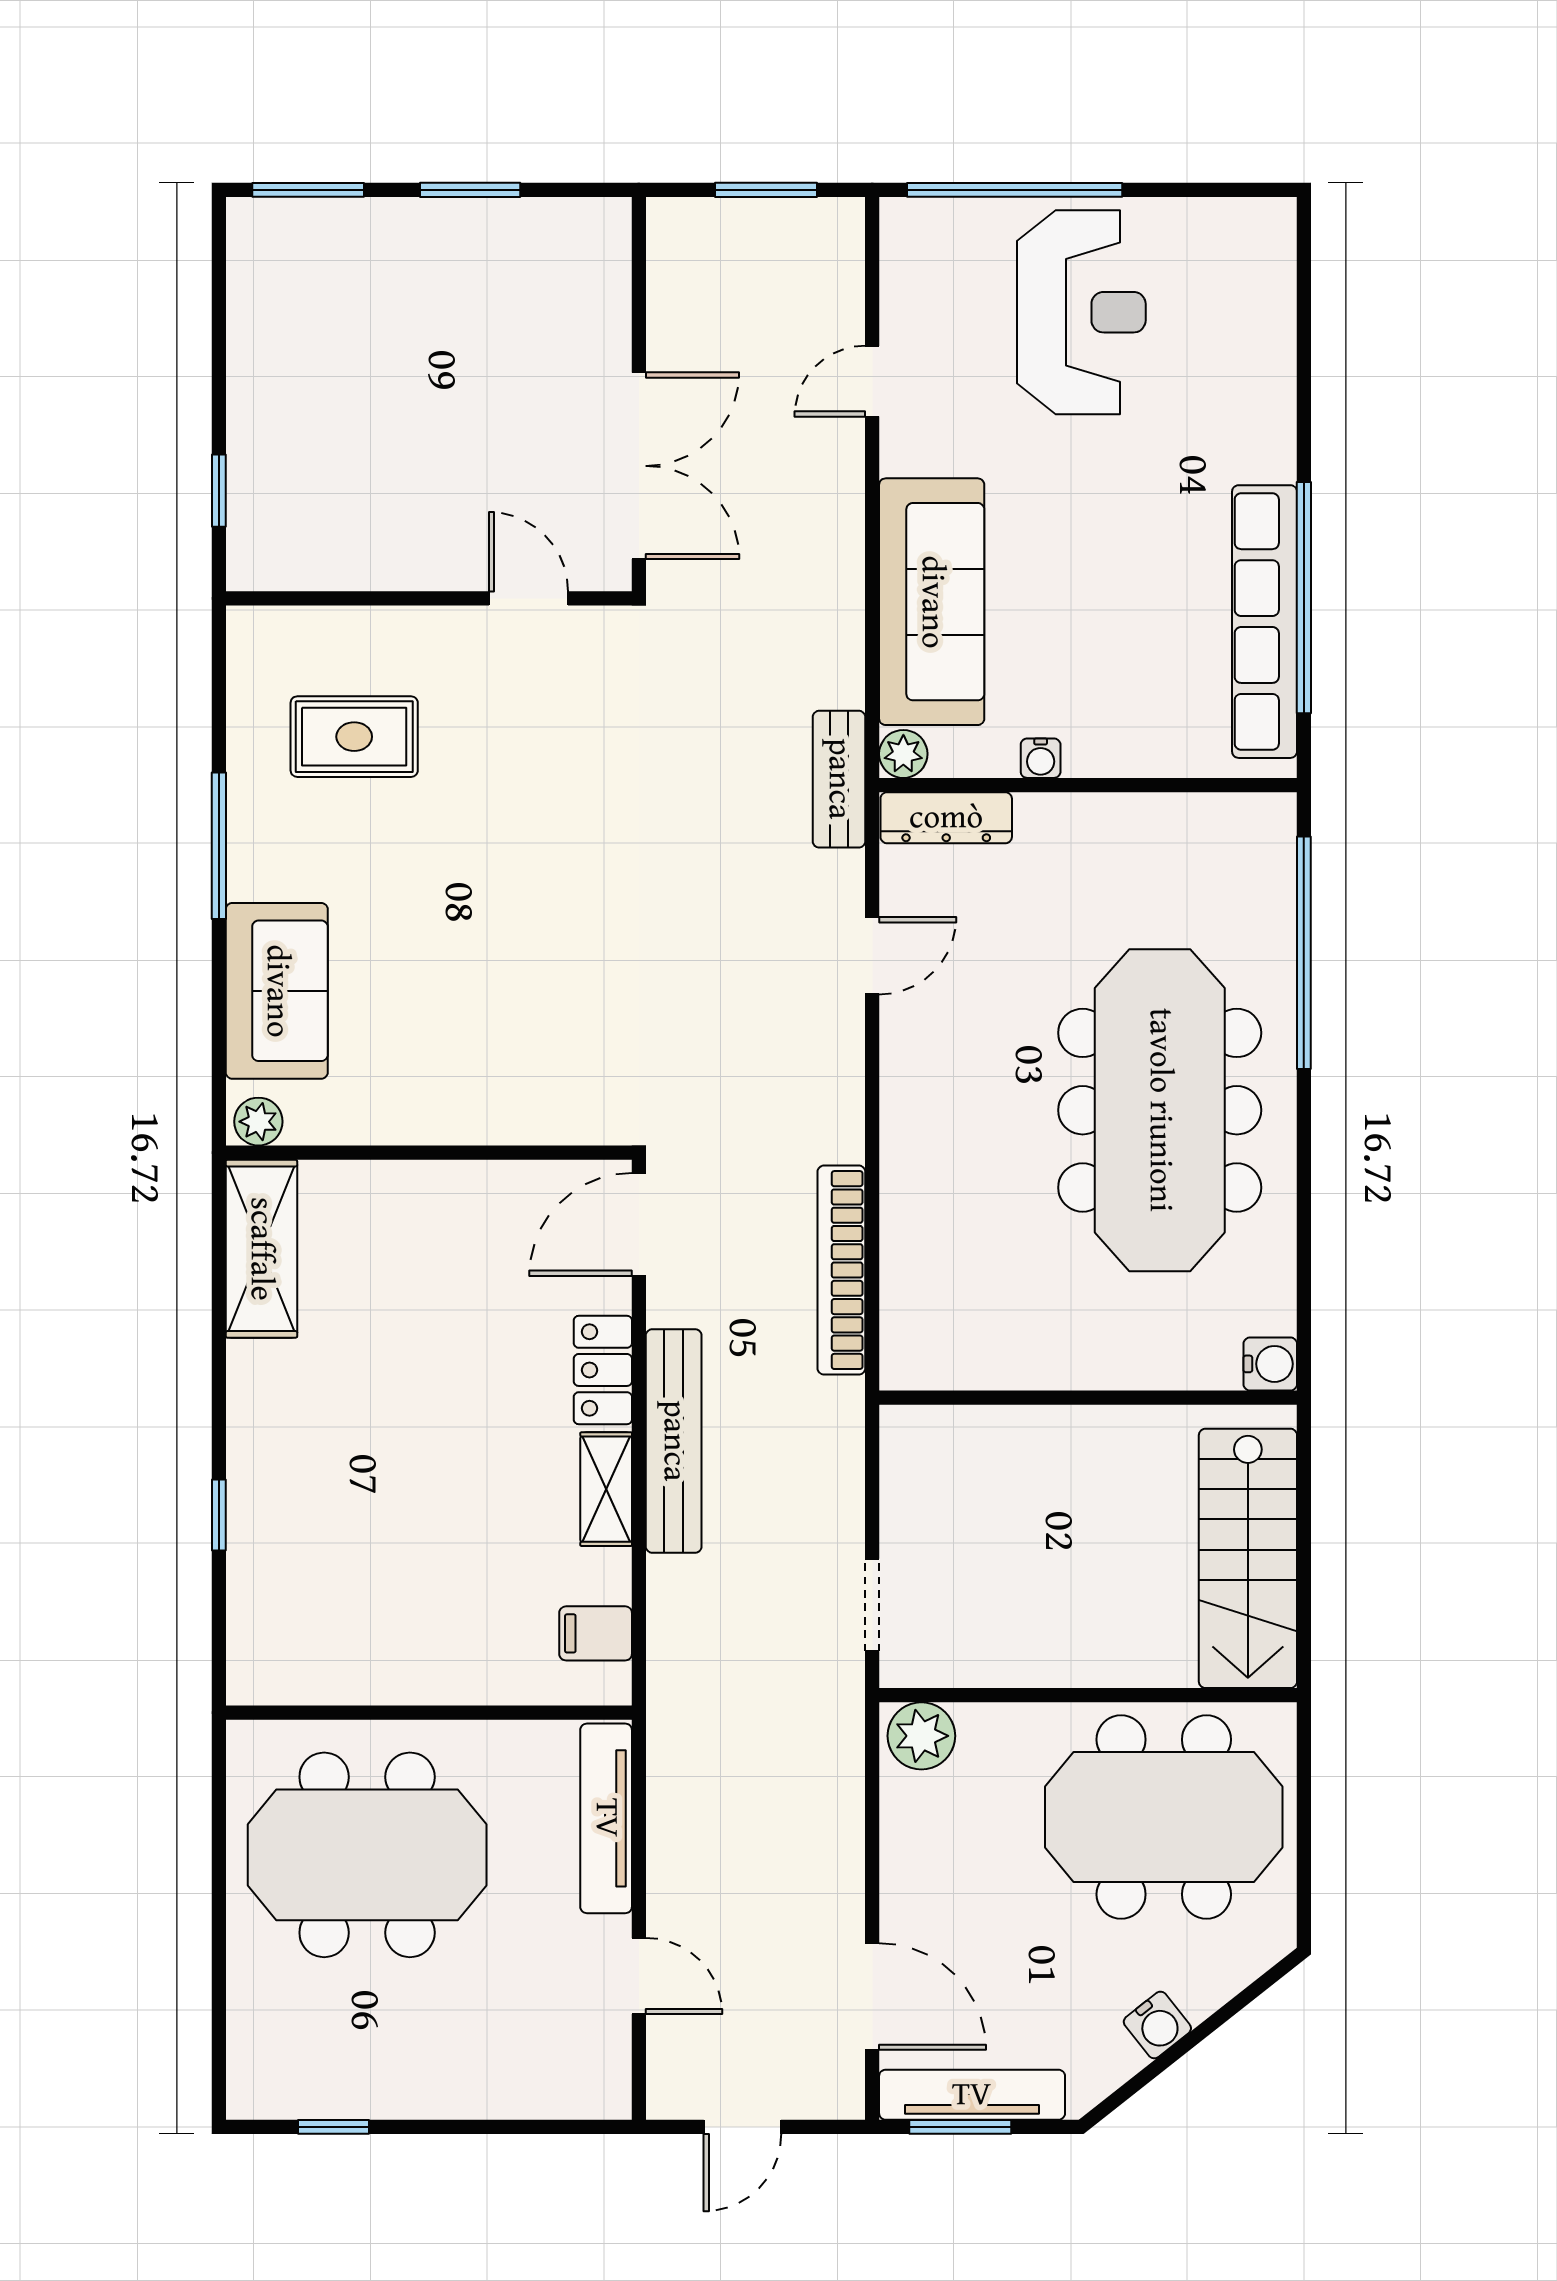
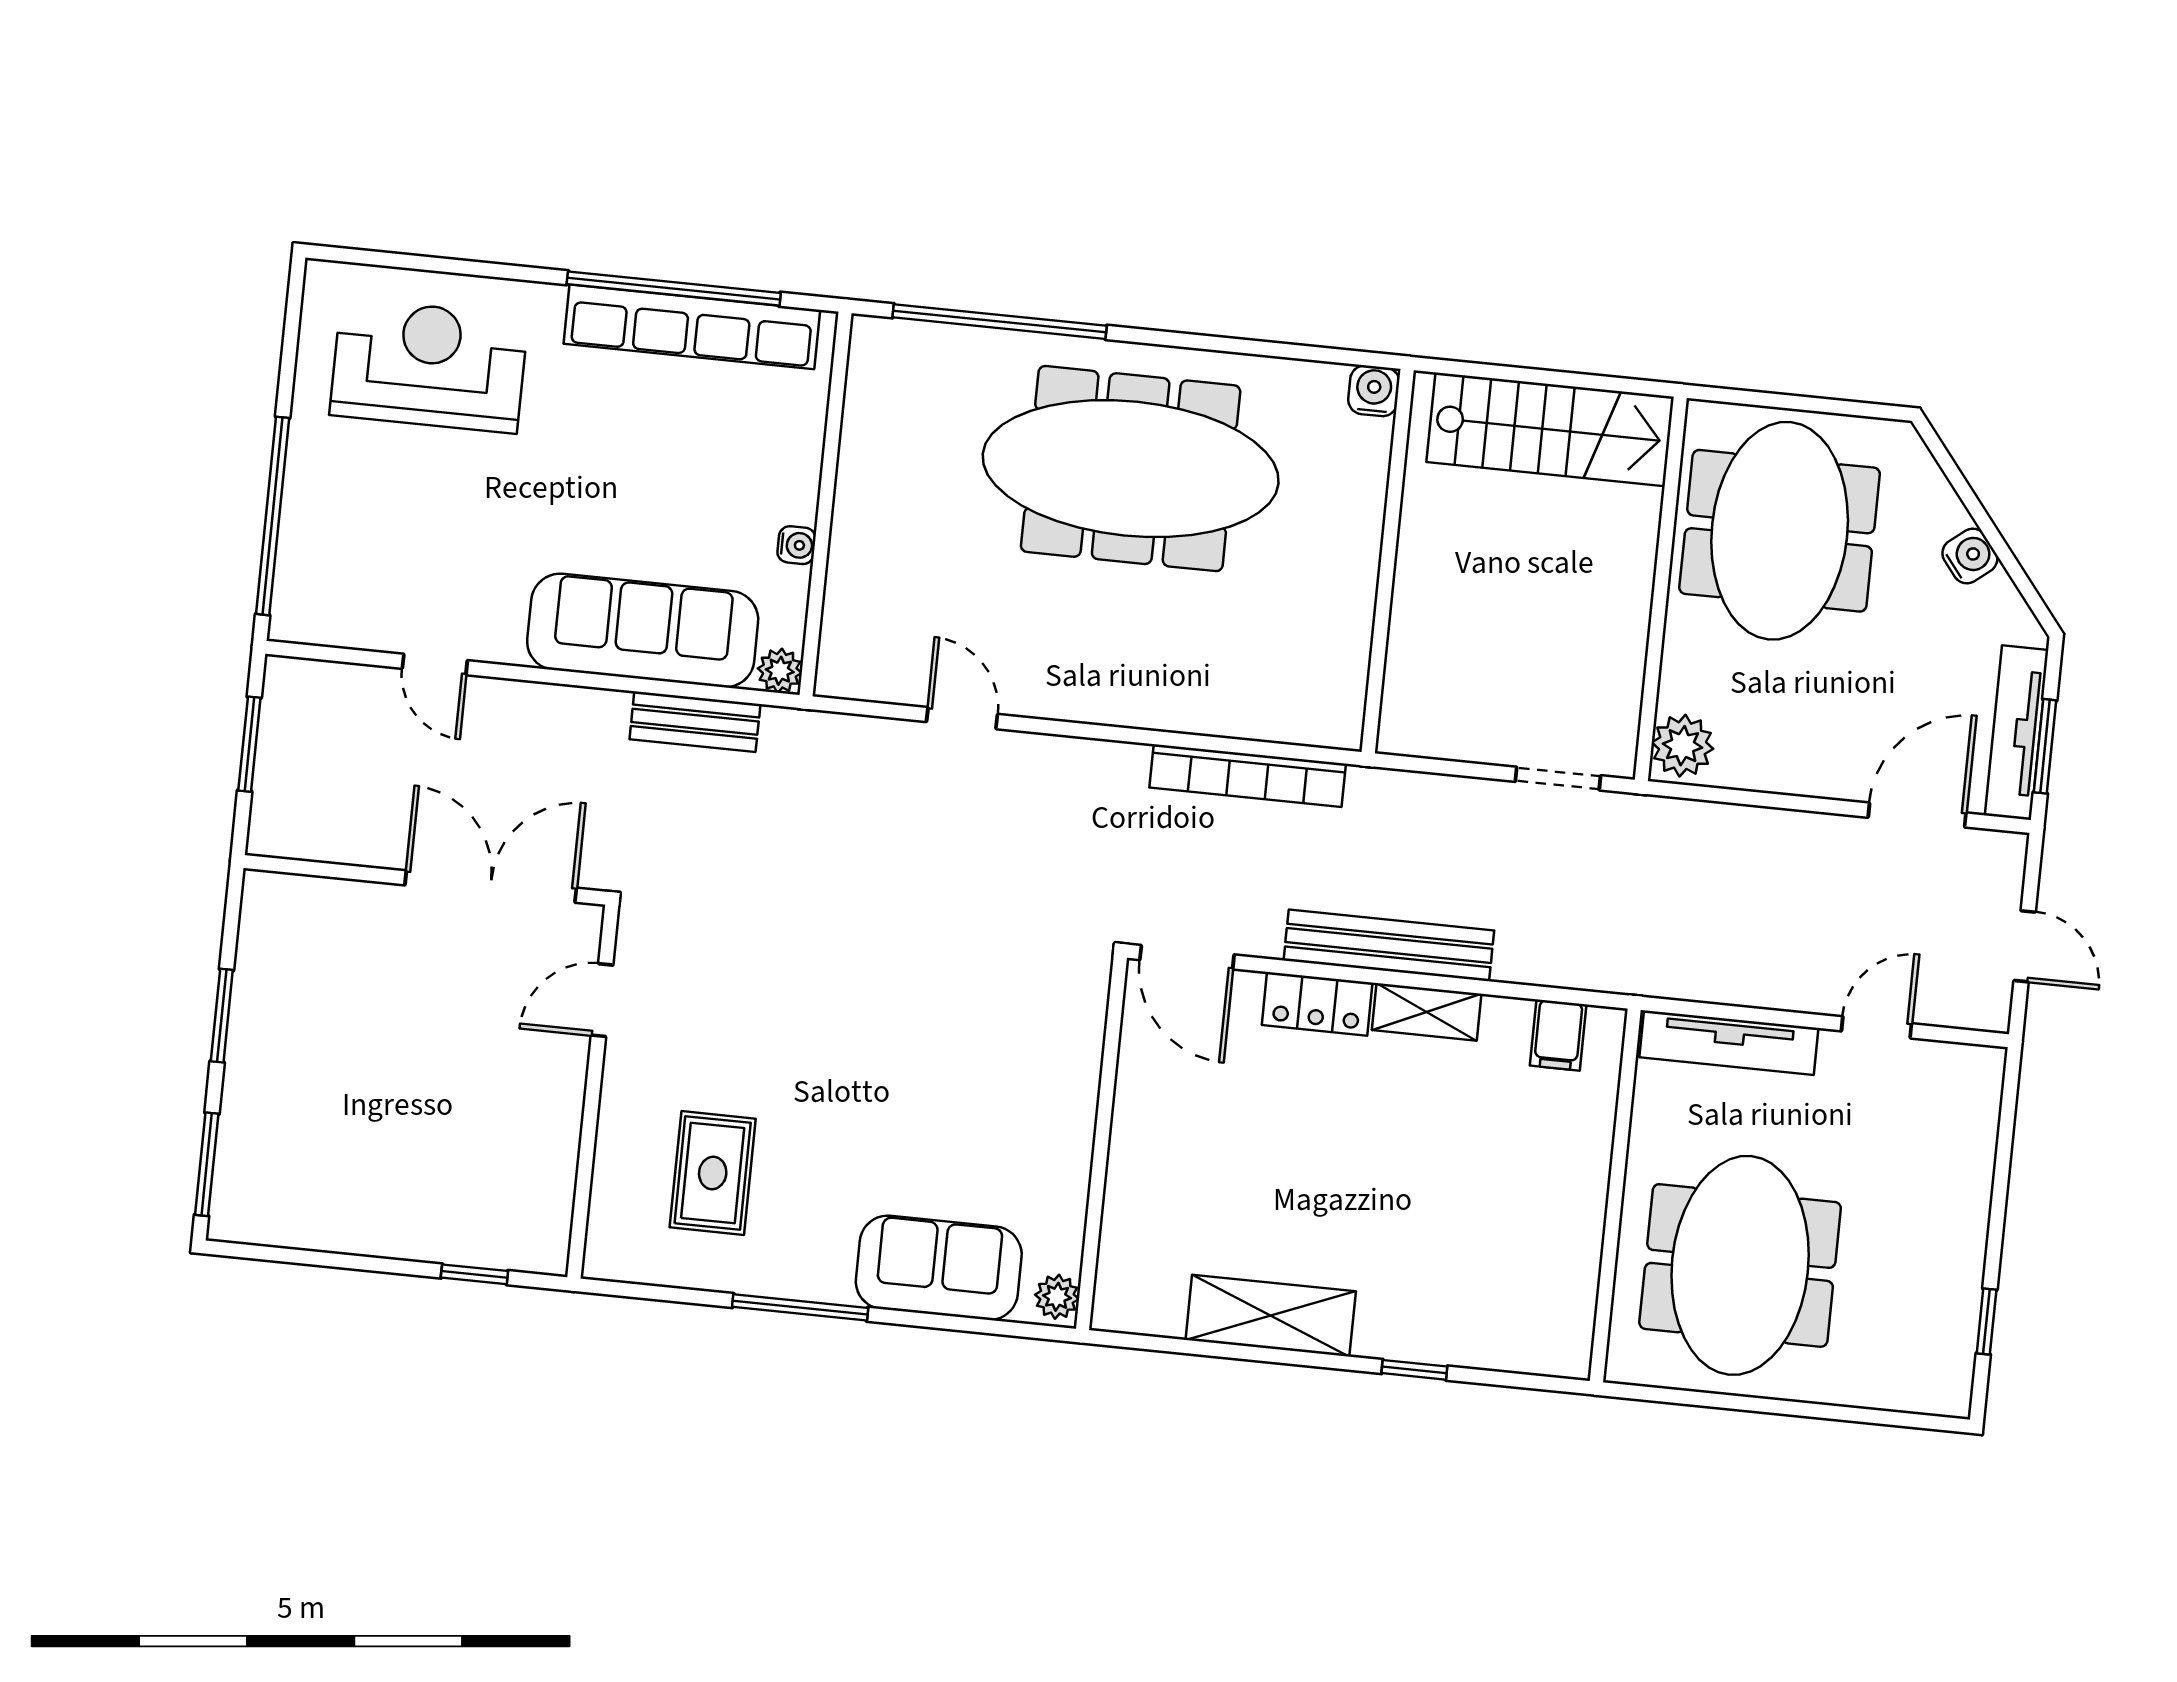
reception desk: (1081, 312) -> (429, 366), moved
bench: (839, 779) -> (695, 722), moved
dresser: (946, 818) -> (842, 637), removed
shelving: (261, 1249) -> (1271, 1316), moved

